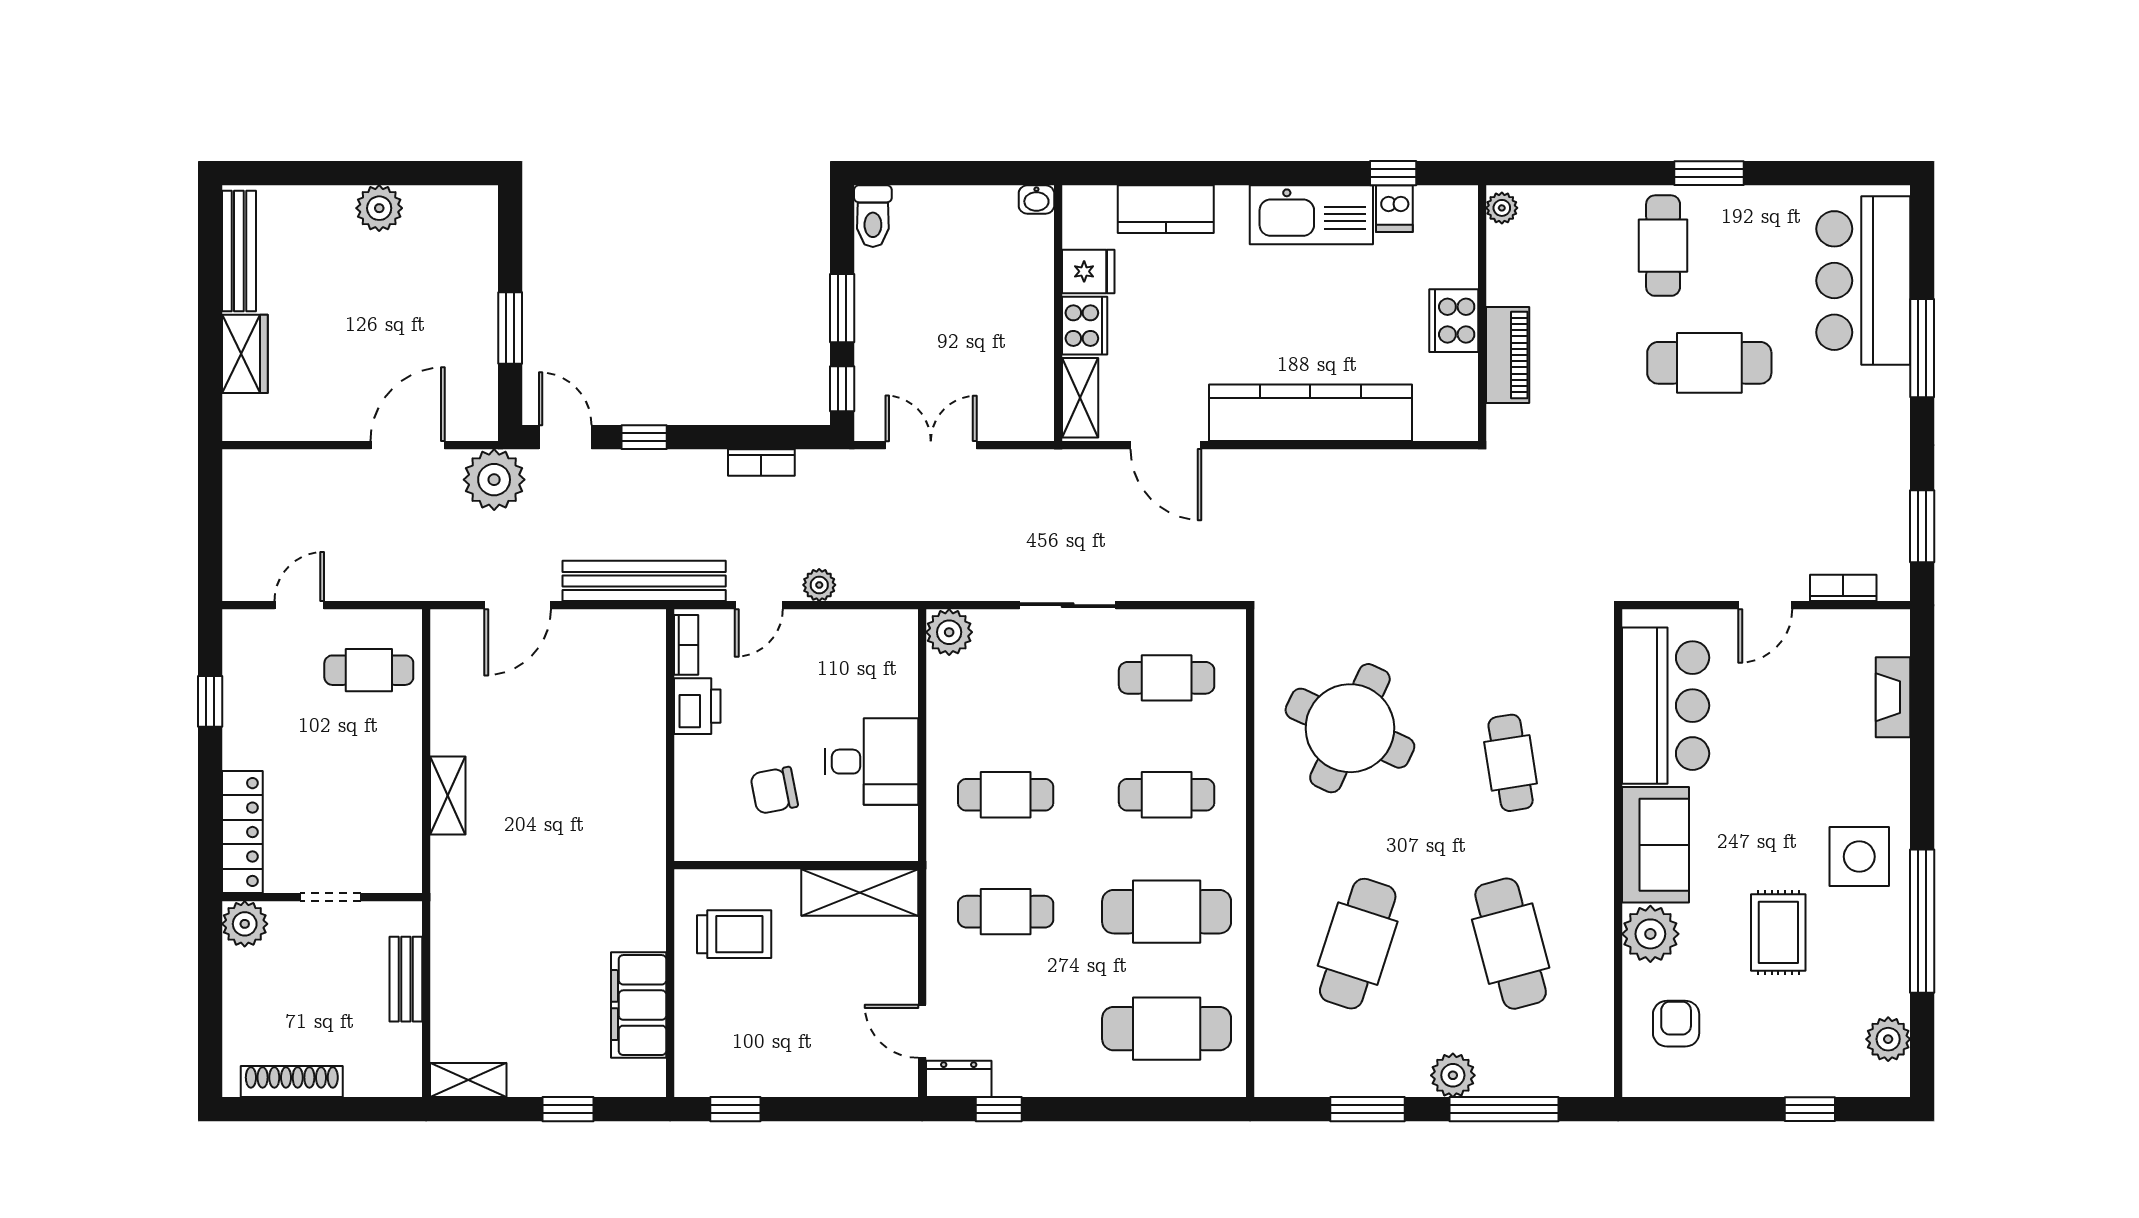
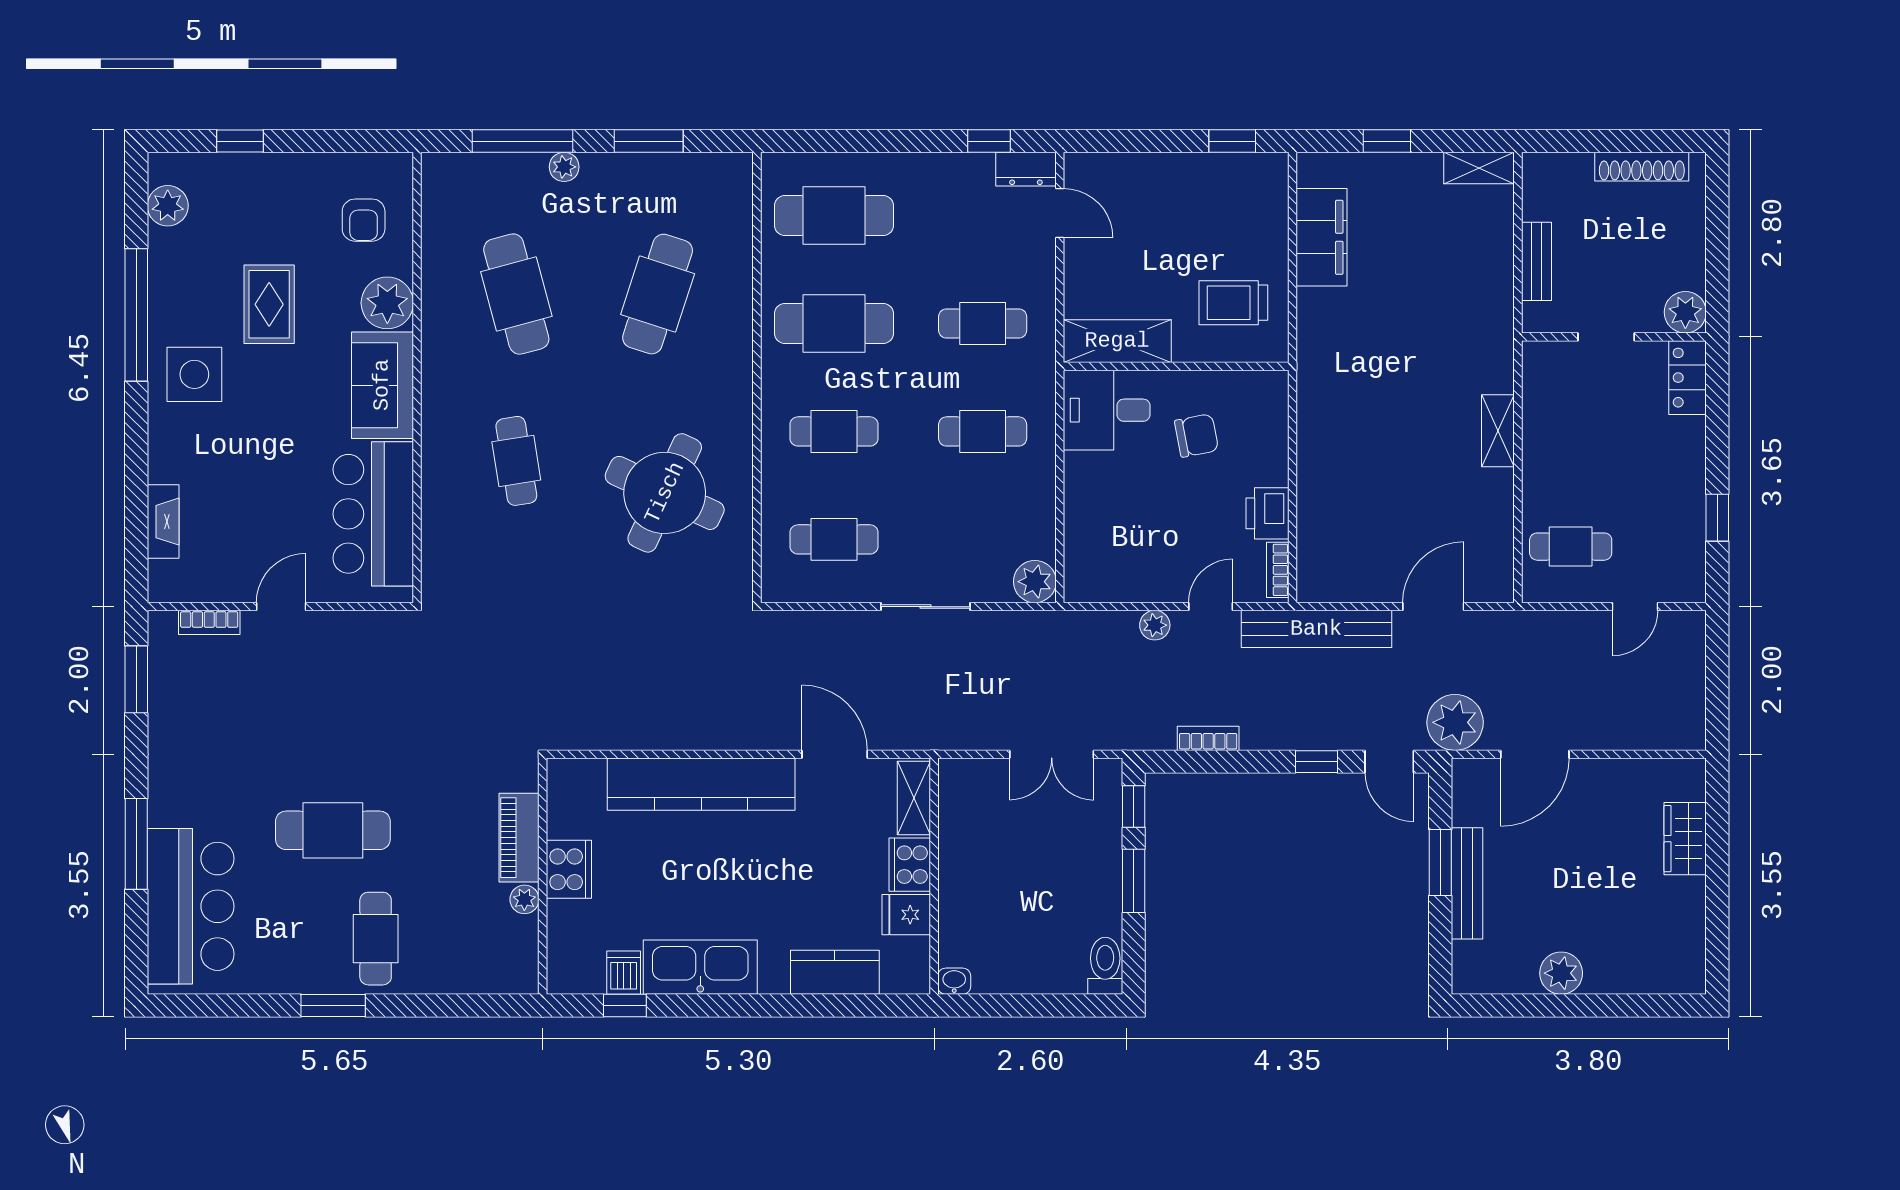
plant: (1502, 208) -> (524, 899), moved
bench: (239, 251) -> (1467, 883), moved
desk: (871, 762) -> (1107, 410), moved
locker: (242, 832) -> (1688, 378), width x0.66
plant: (1453, 1075) -> (564, 167), width x0.73, depth x0.73

